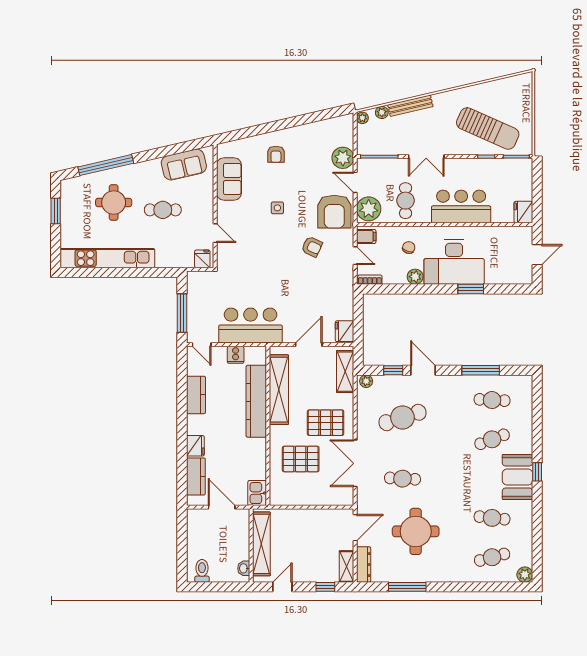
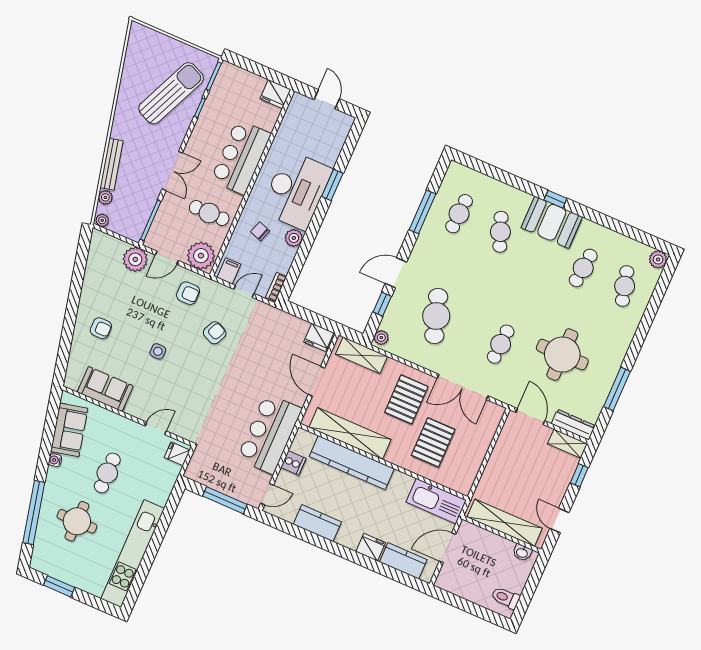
water cooler: (155, 164) -> (55, 460), added
armchair: (334, 212) -> (188, 293), width x0.53, depth x0.53
kitchen sink: (257, 493) -> (436, 501), width x1.87, depth x1.24

